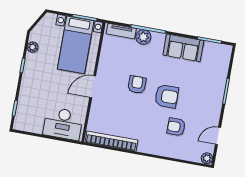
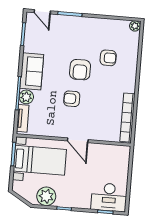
plant: (33, 47) -> (46, 196), width x1.87, depth x1.87
sofa: (183, 48) -> (32, 71), moved
armchair: (167, 96) -> (80, 70), turned 180
desk: (63, 124) -> (109, 197), moved, turned 90
armchair: (176, 127) -> (108, 58), turned -90
door: (218, 136) -> (42, 12), moved

